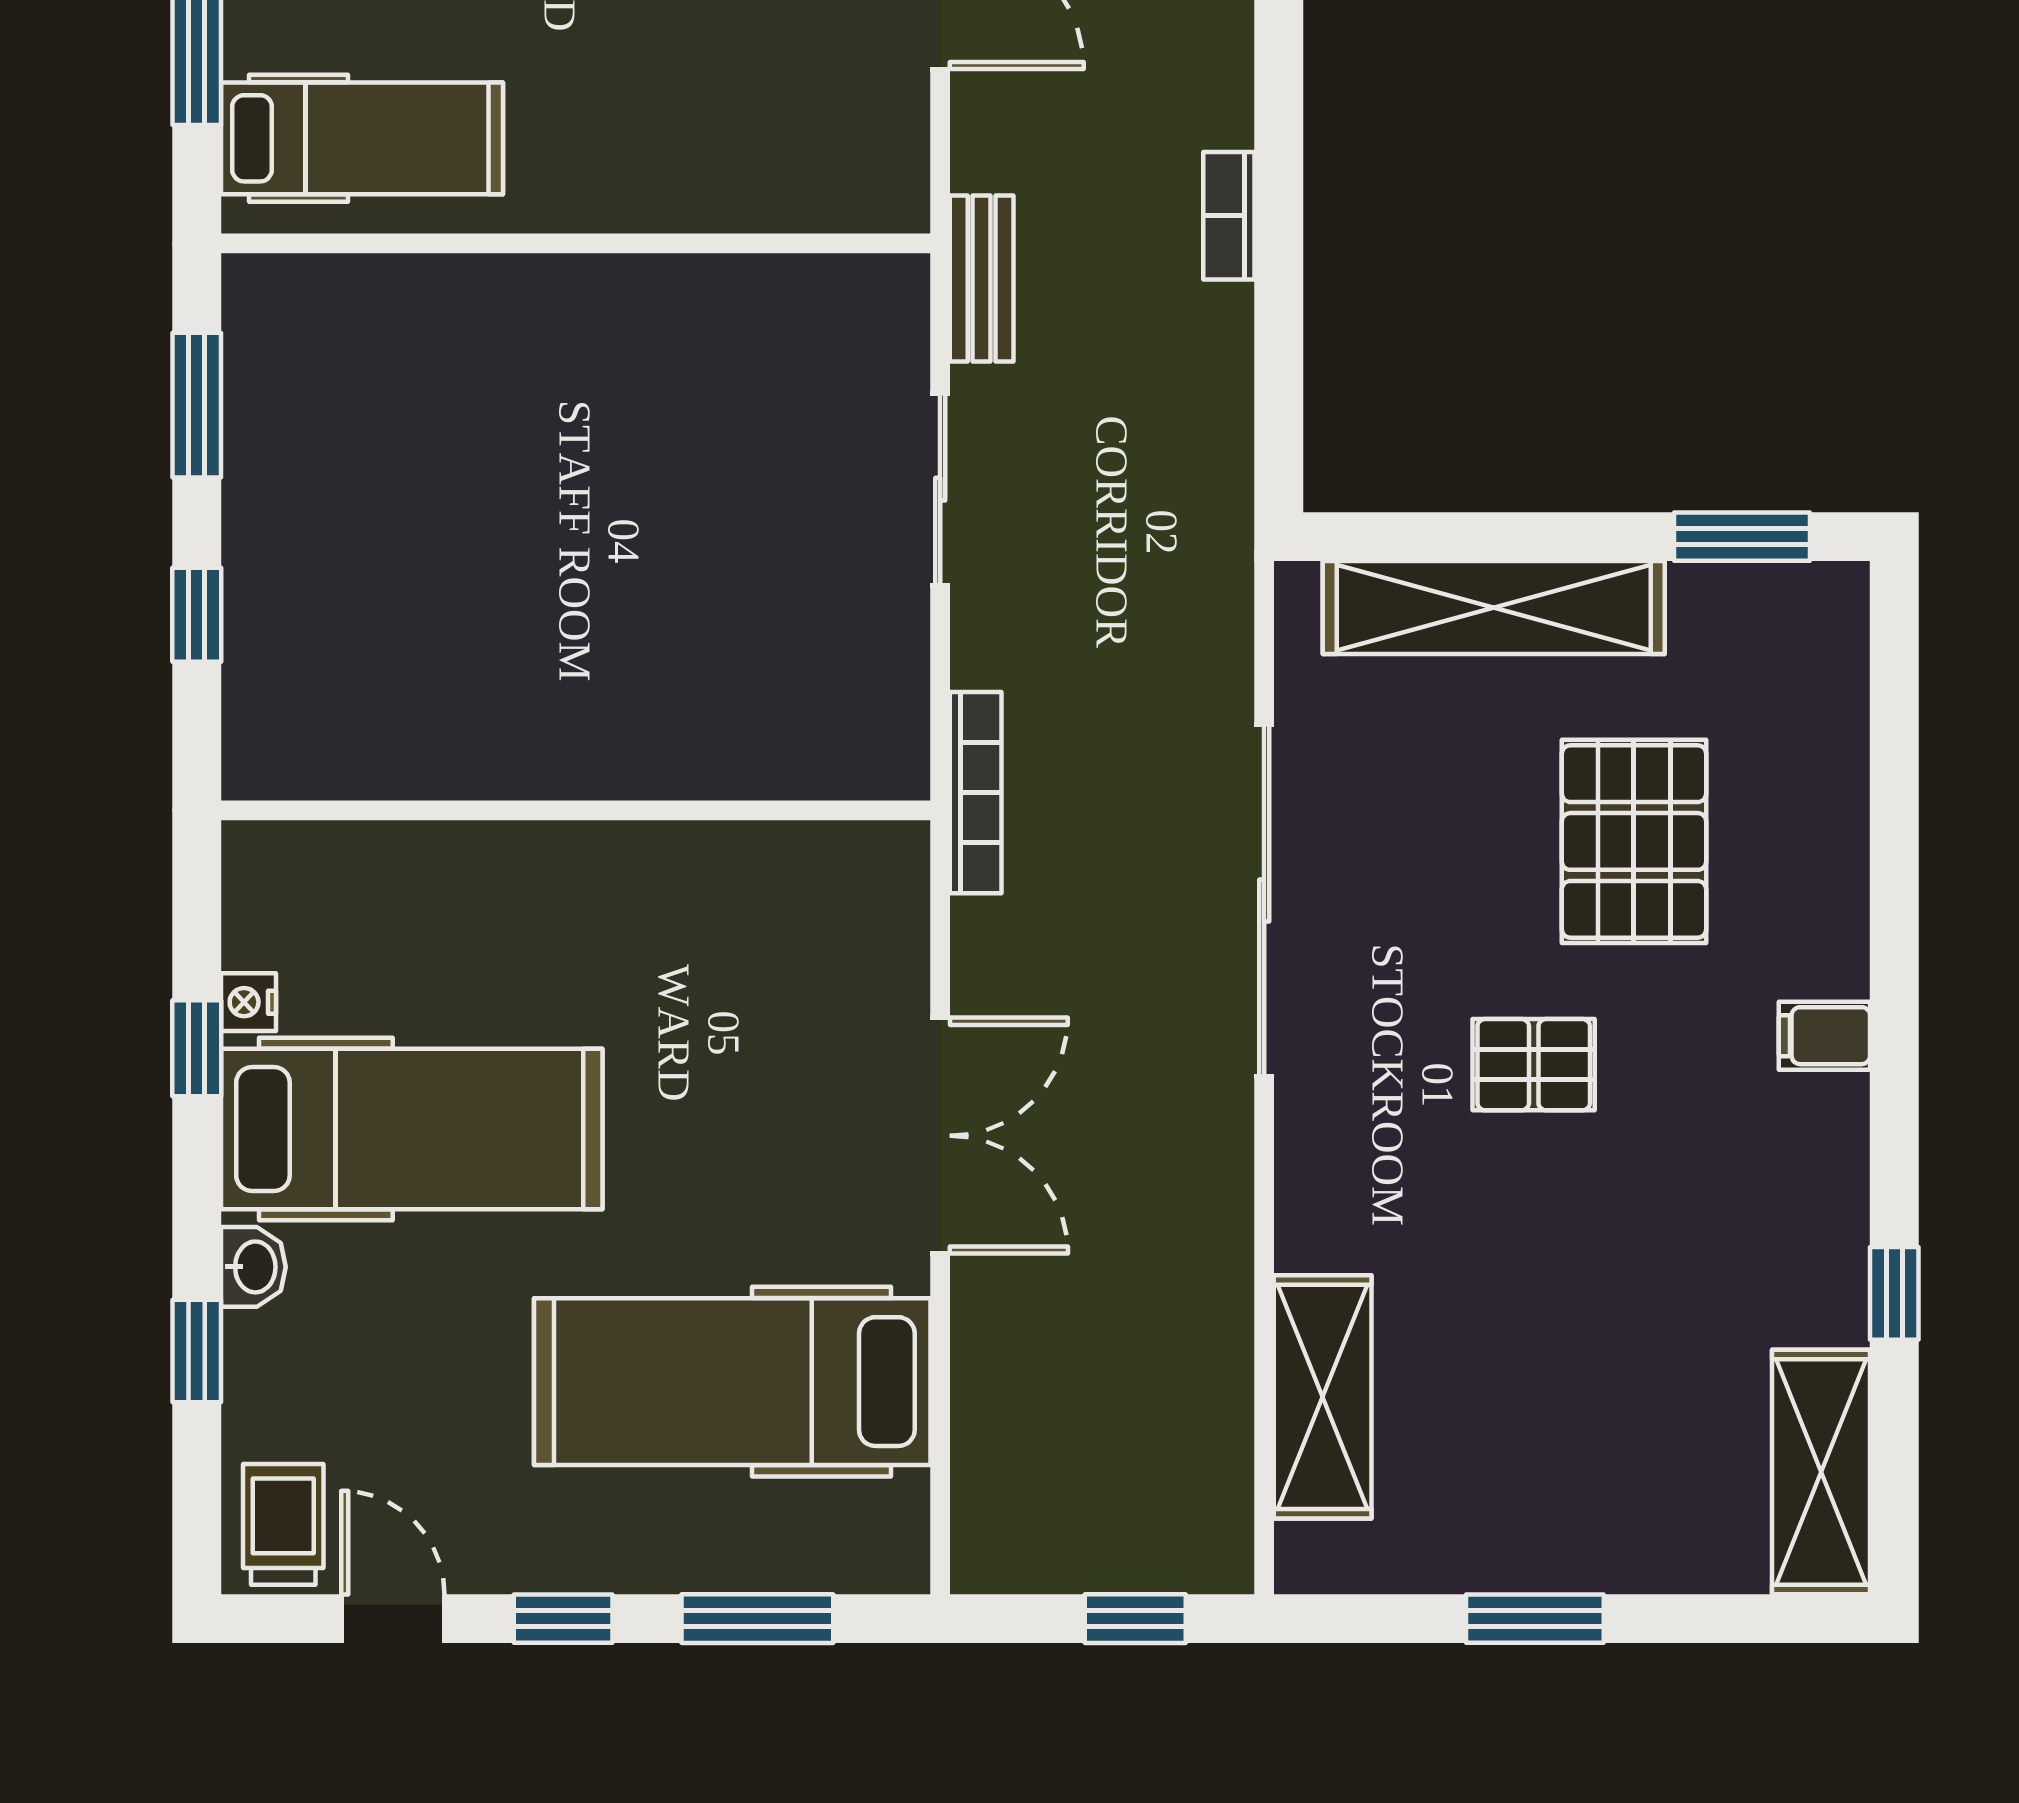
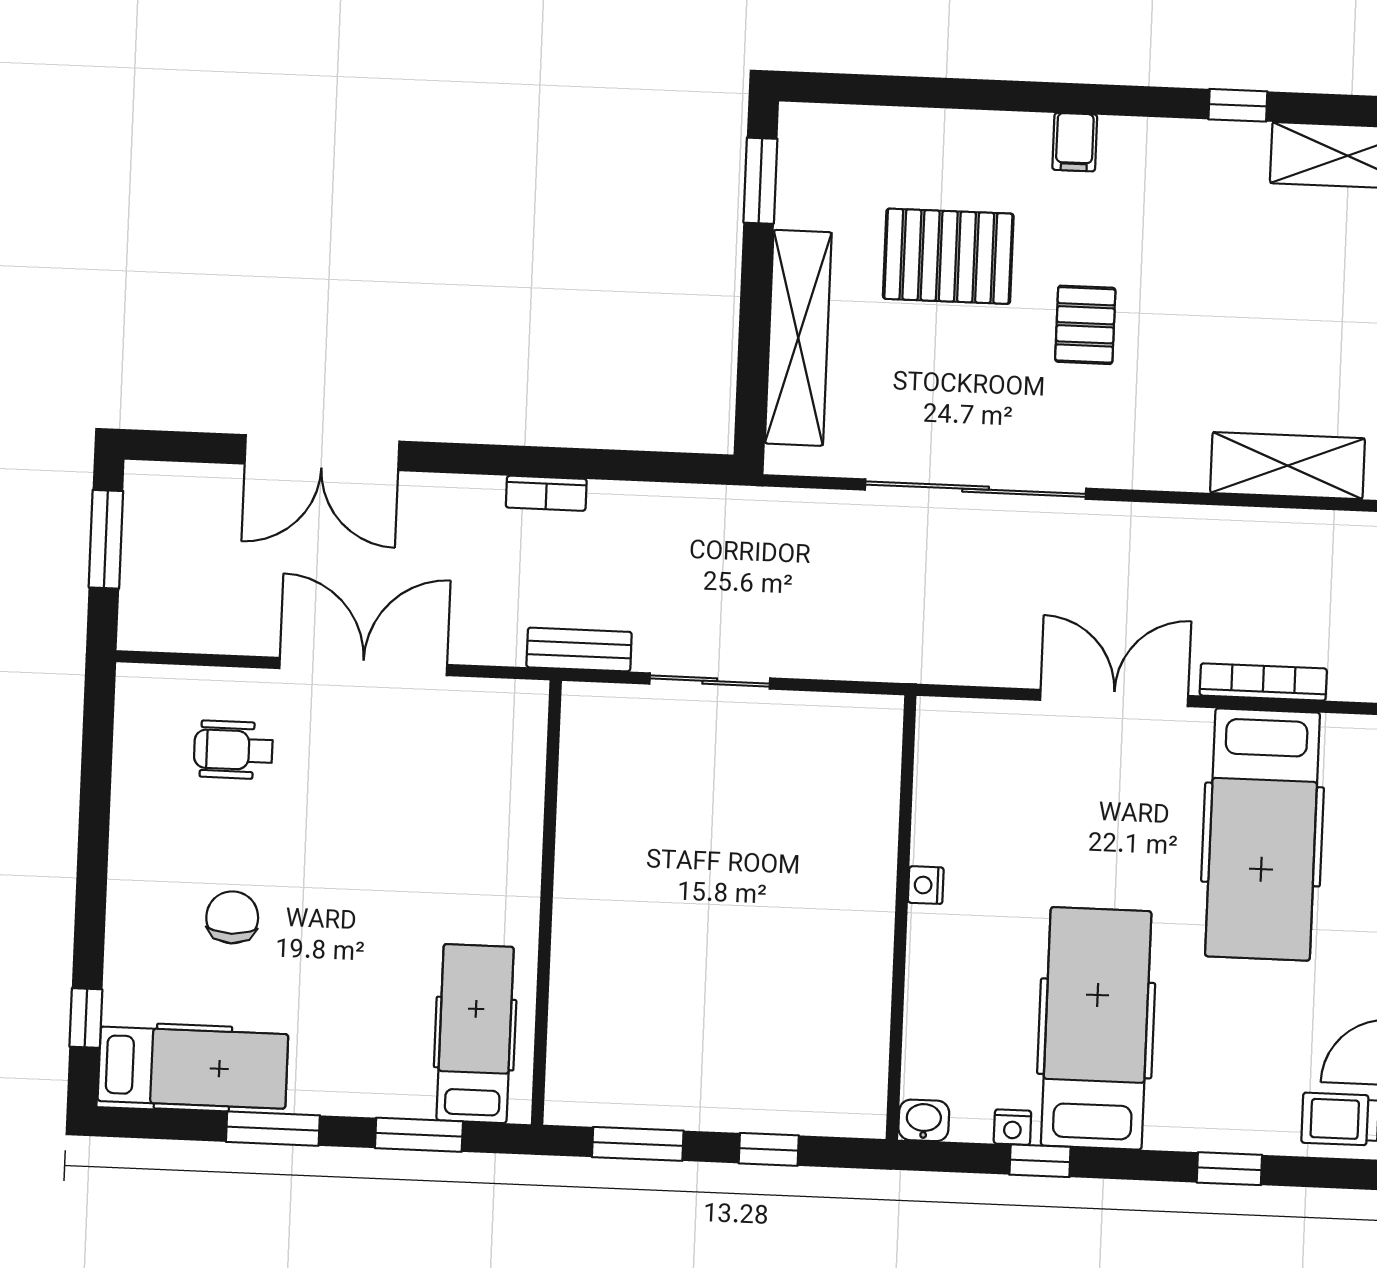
bookcase: (976, 793) -> (1263, 682), moved
nightstand: (629, 848) -> (926, 885), added
washbasin: (253, 1267) -> (924, 1120), moved

